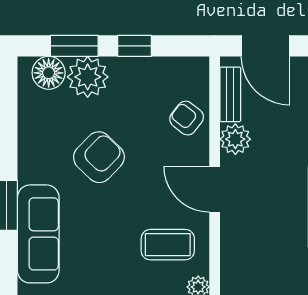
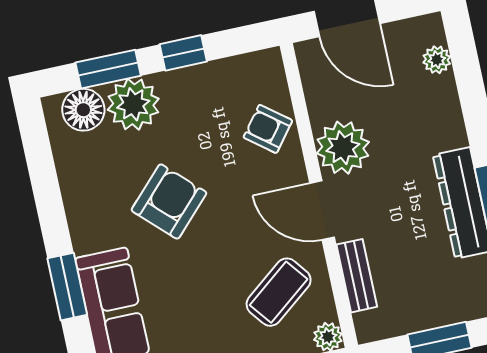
bench: (230, 94) -> (357, 276), moved
plant: (235, 139) -> (343, 148), width x1.36, depth x1.36
coffee table: (168, 245) -> (279, 292), turned -38

